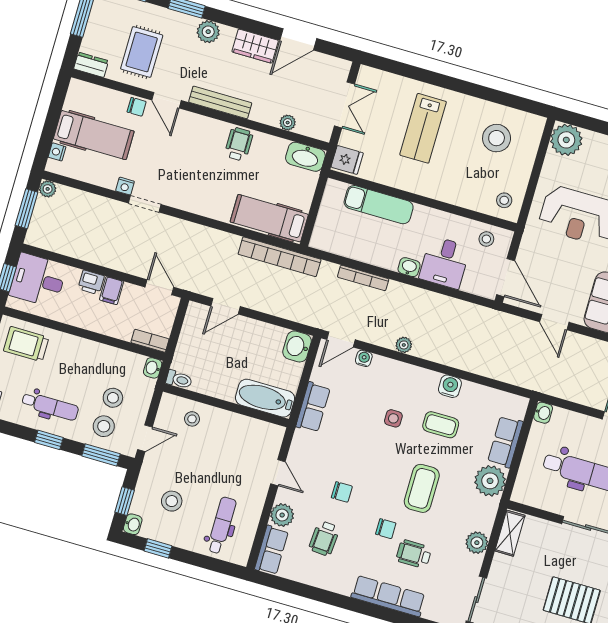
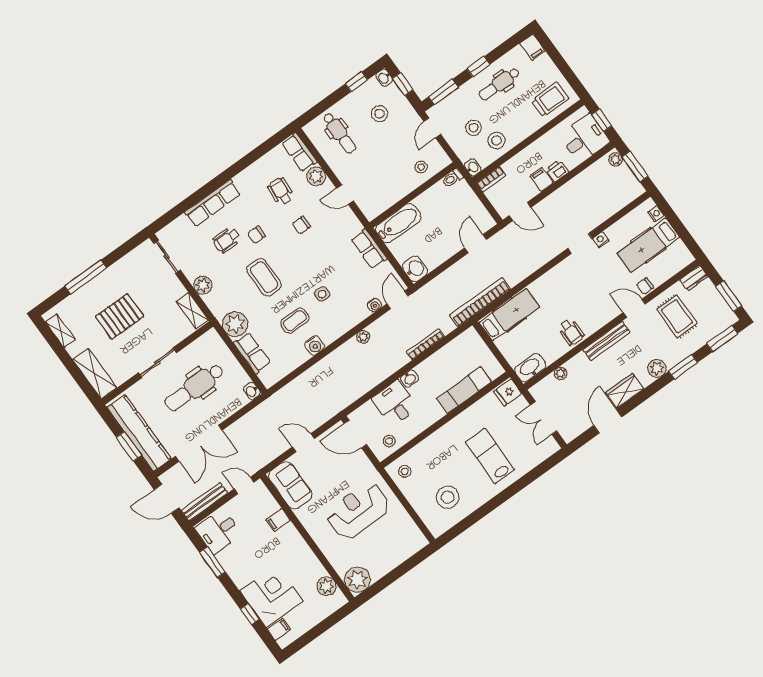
plant: (566, 140) -> (412, 540), removed
plant: (48, 189) -> (615, 159), moved
stool: (104, 426) -> (496, 141), moved
wheelchair: (414, 554) -> (227, 240), turned 180

